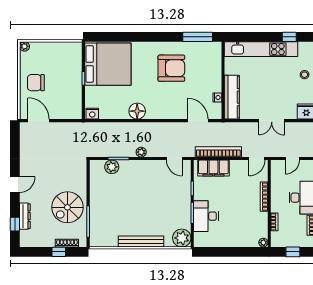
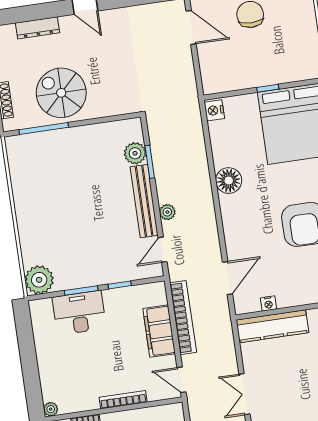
door: (39, 121) -> (191, 27), hinge flipped
plant: (141, 152) -> (167, 212), moved
filing cabinet: (213, 168) -> (159, 331), moved
window: (15, 224) -> (23, 14), removed
bench: (141, 241) -> (144, 201), moved

